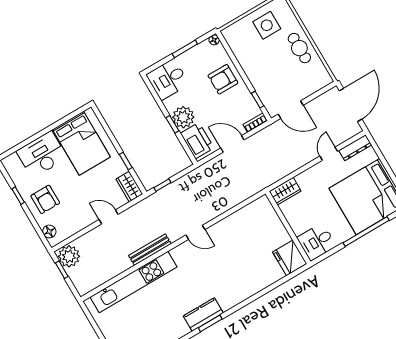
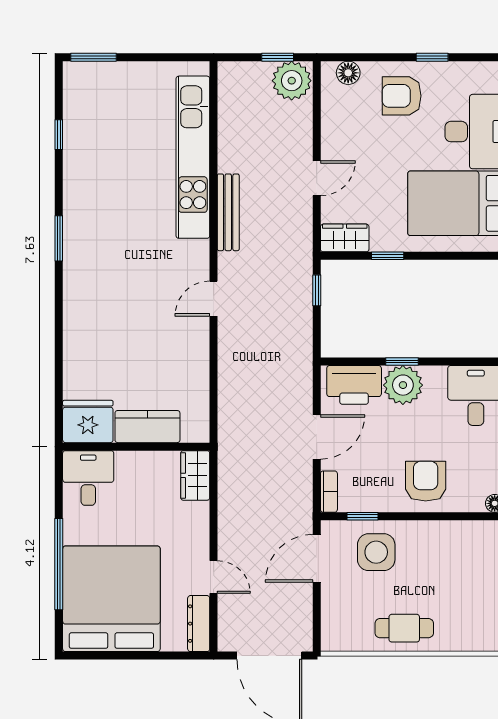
side table: (267, 25) -> (376, 552), moved
kitchen counter: (203, 314) -> (147, 427), moved, turned -90

